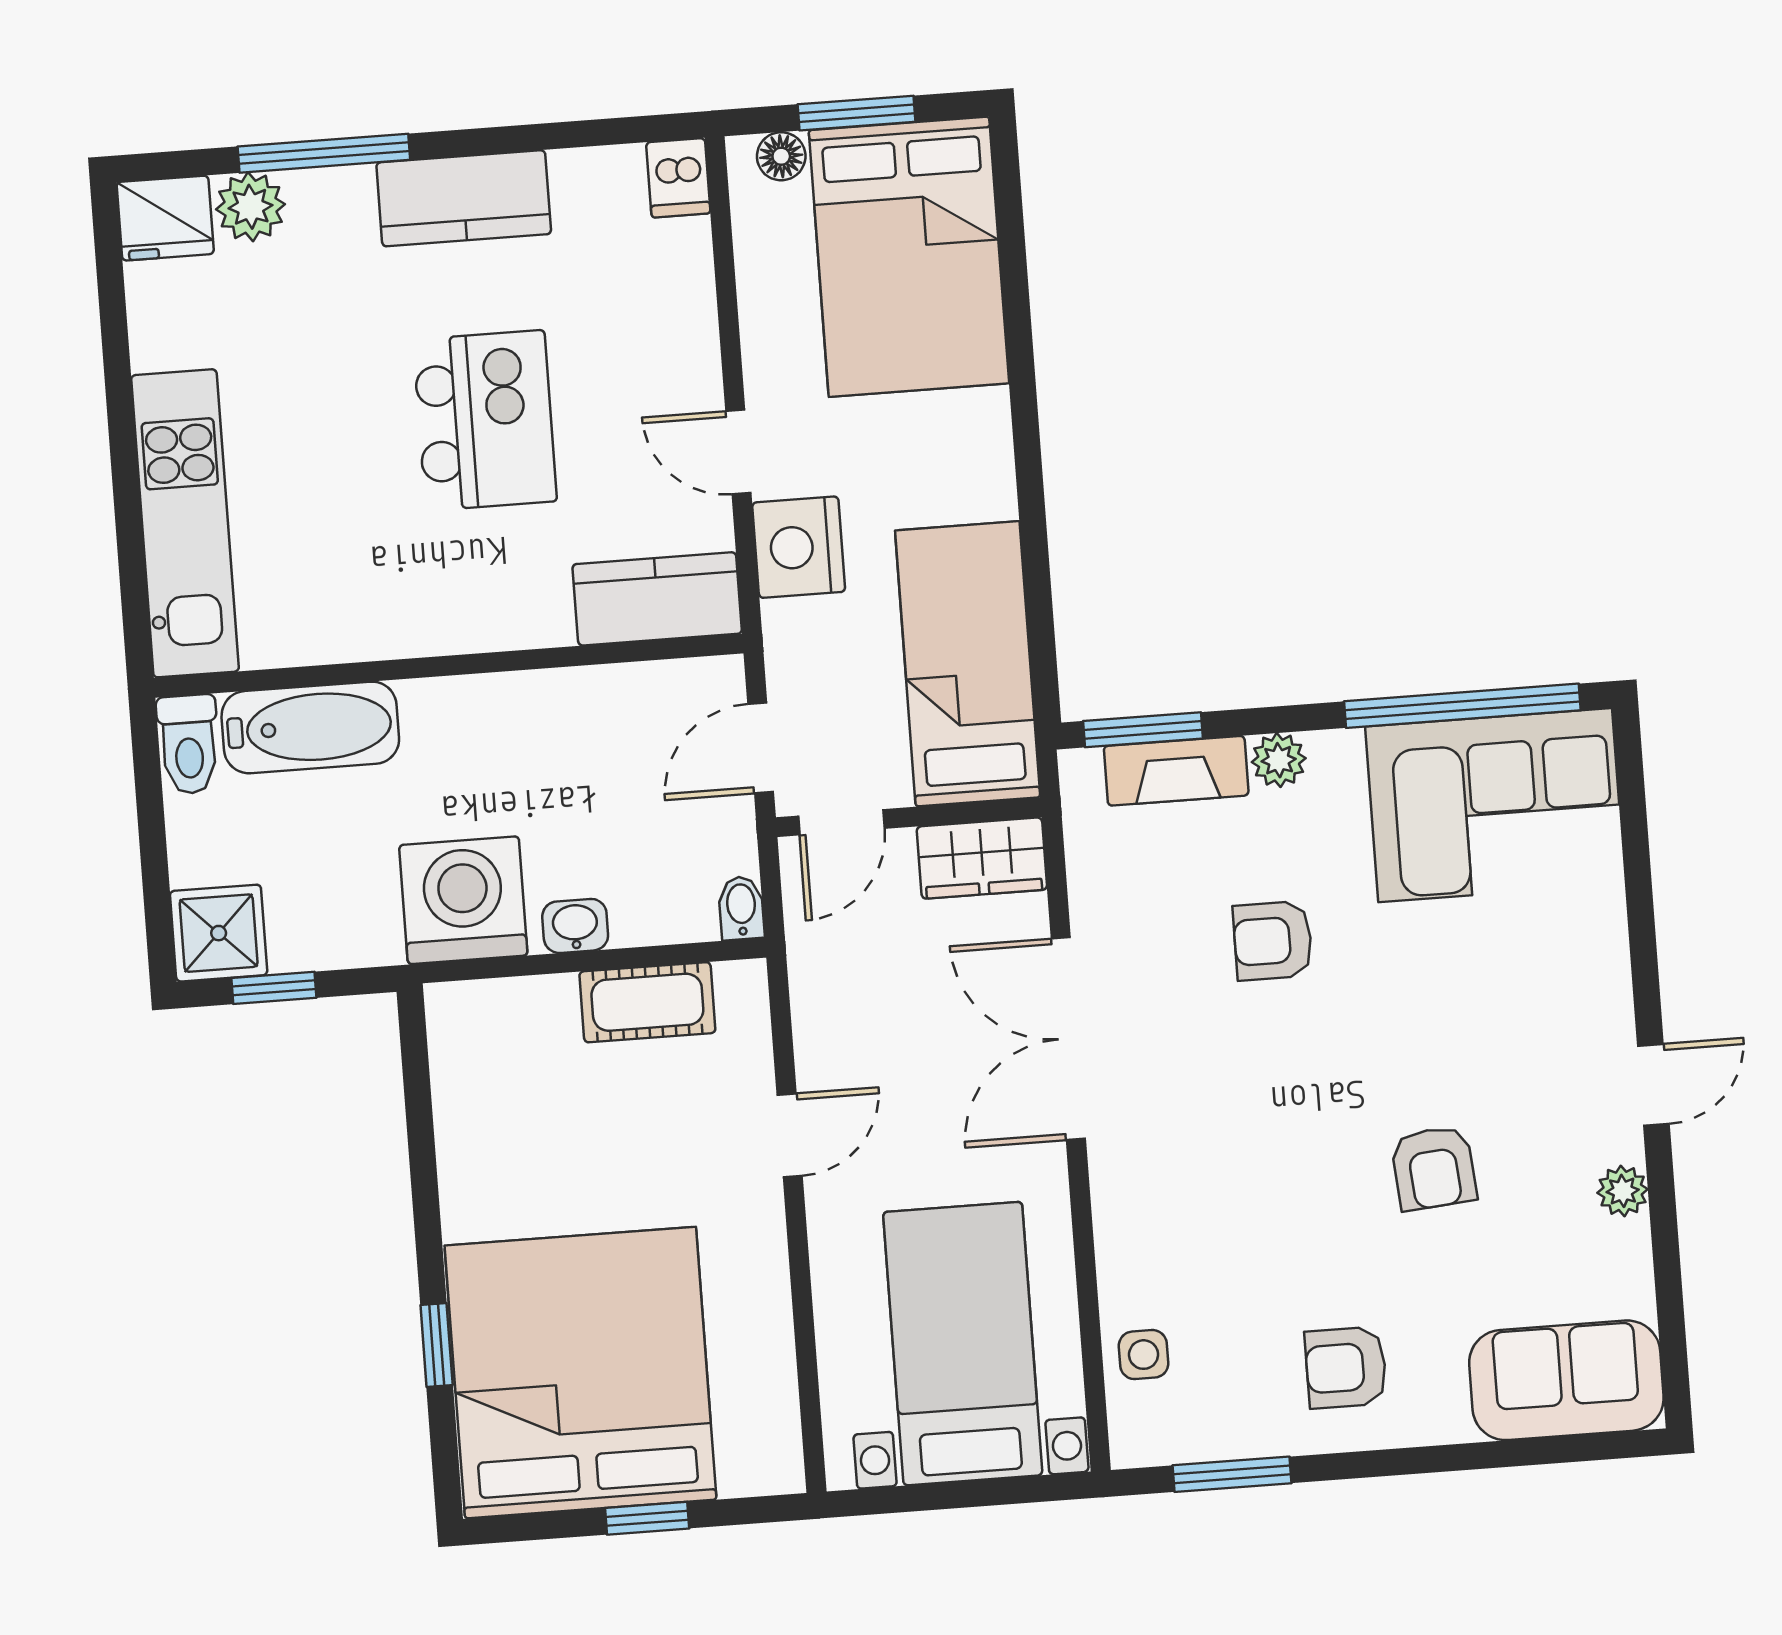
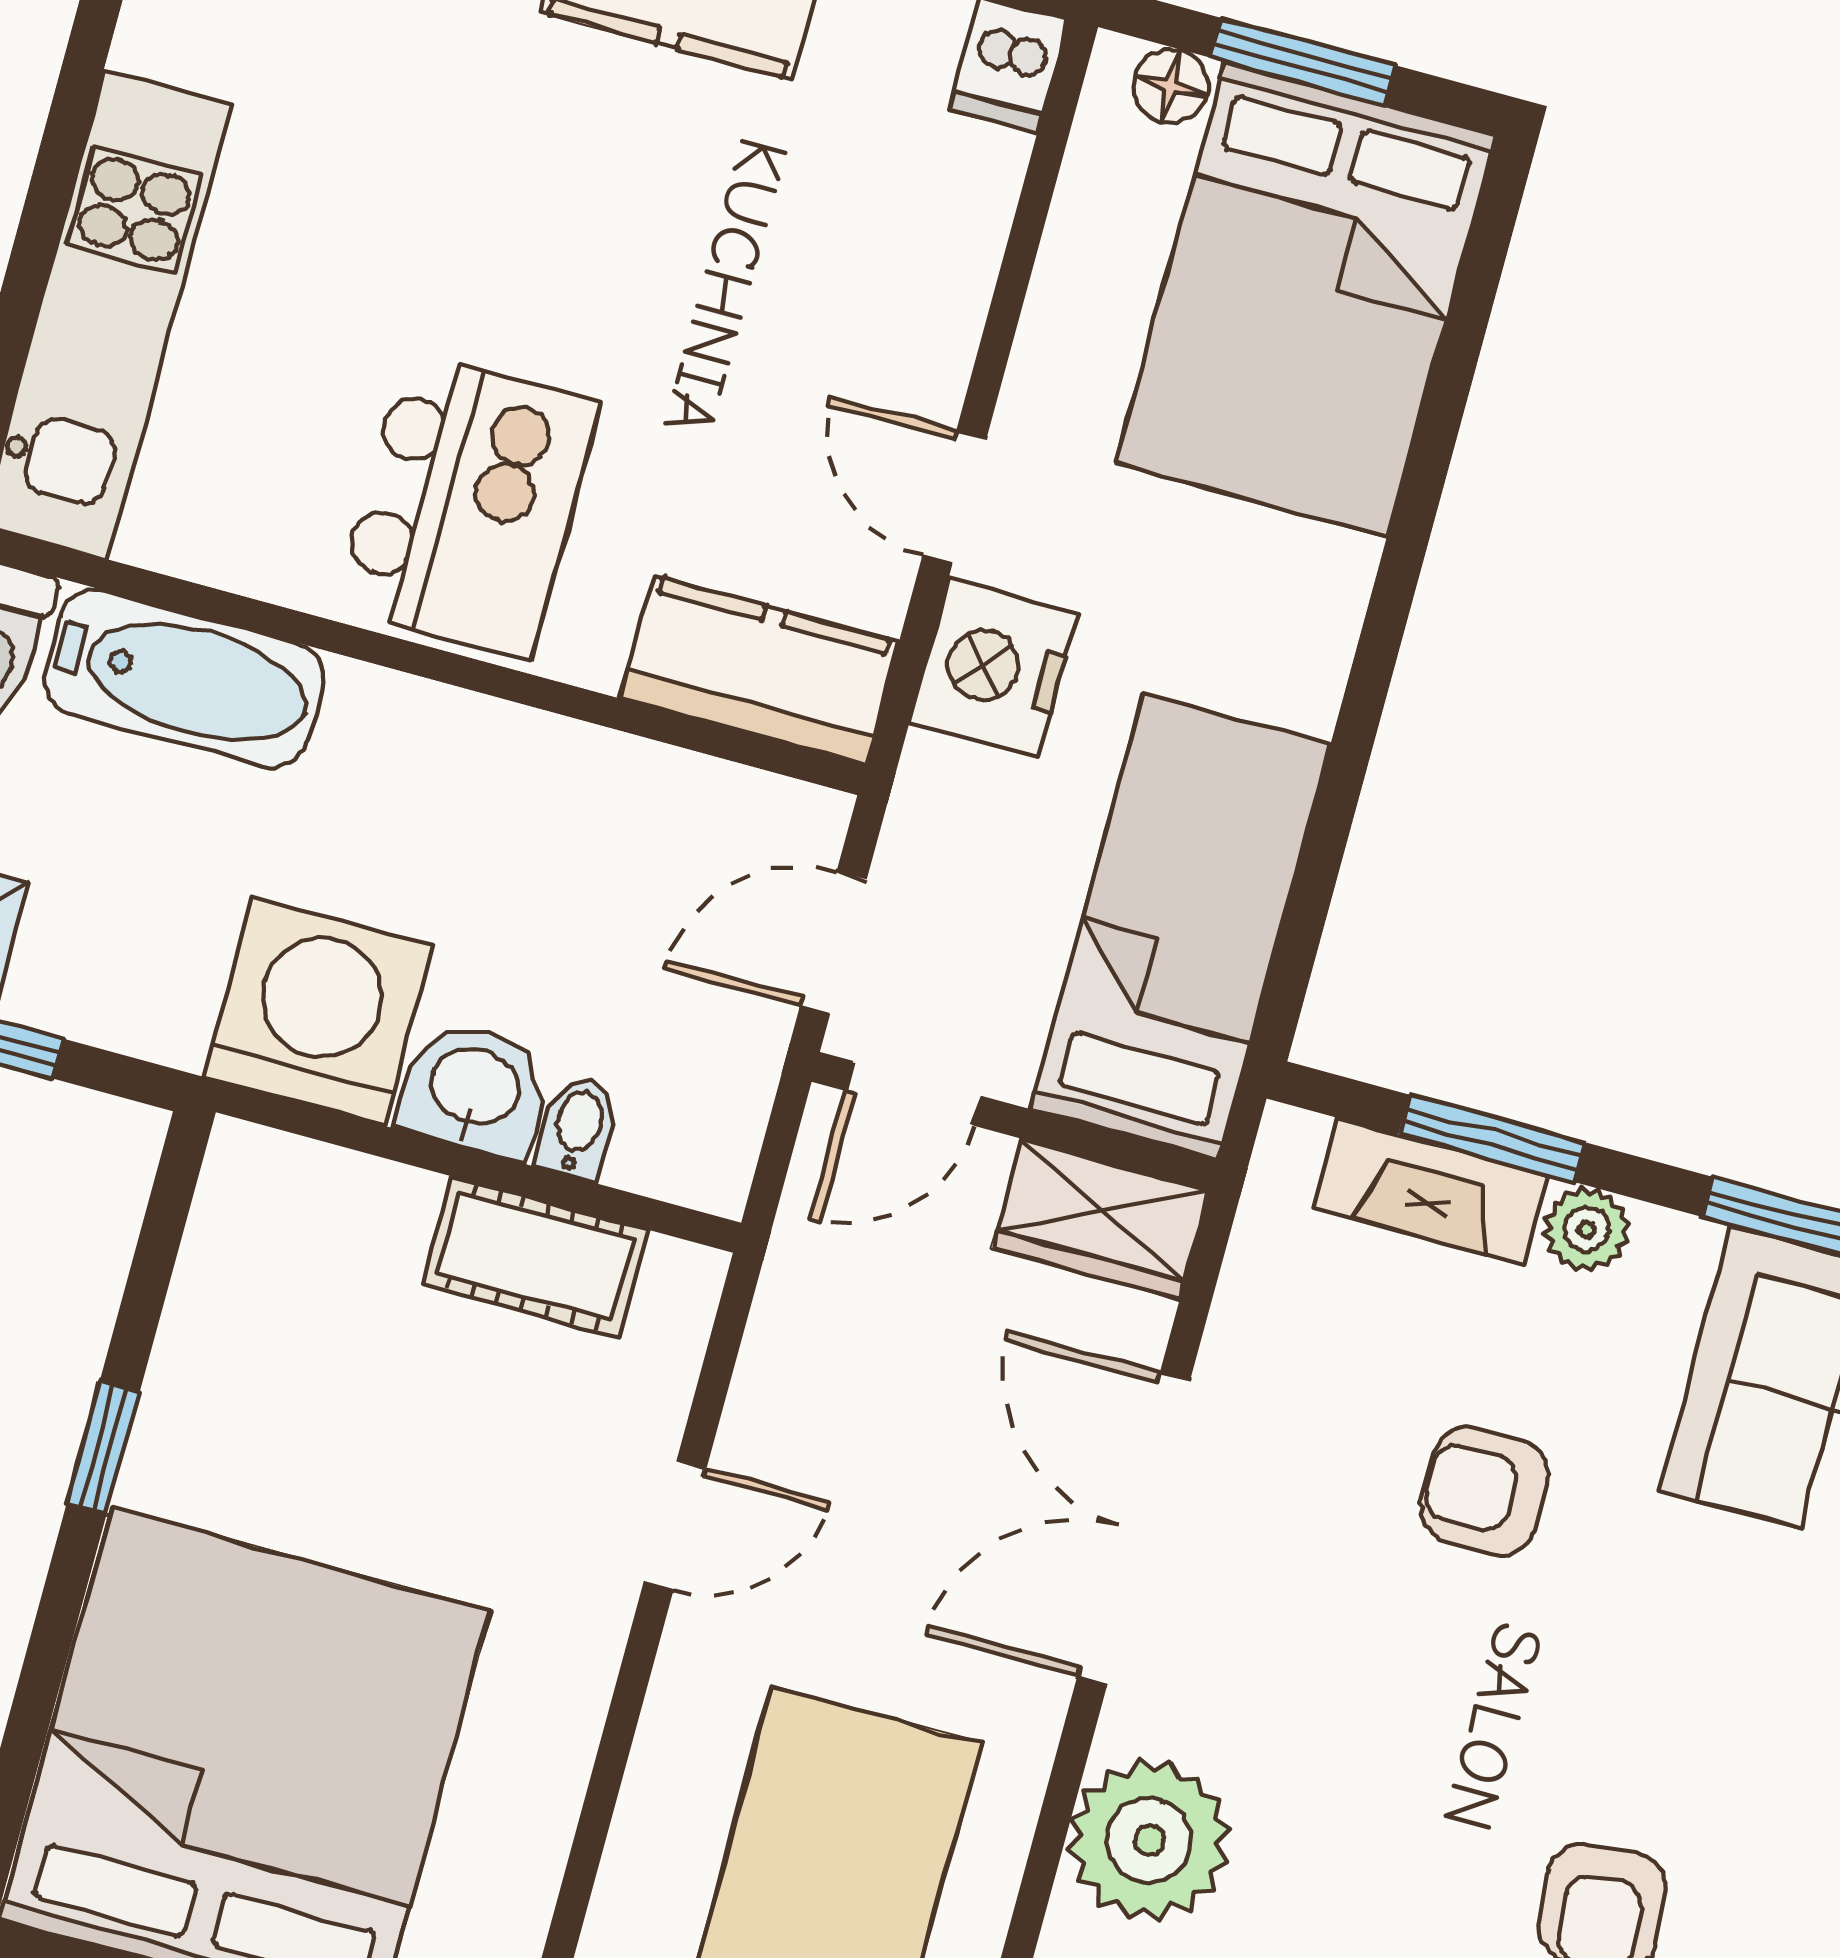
kitchen island: (485, 420) -> (468, 505), moved
window: (1143, 730) -> (1492, 1138), moved
bidet: (741, 908) -> (578, 1128), moved
washbasin: (575, 926) -> (474, 1090), width x1.38, depth x1.45
plant: (1145, 1224) -> (1149, 1840), added
window: (437, 1345) -> (103, 1448), moved

